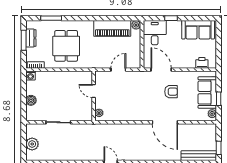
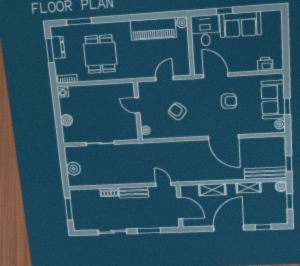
sofa: (198, 30) -> (240, 24), moved
armchair: (127, 98) -> (177, 111), added

